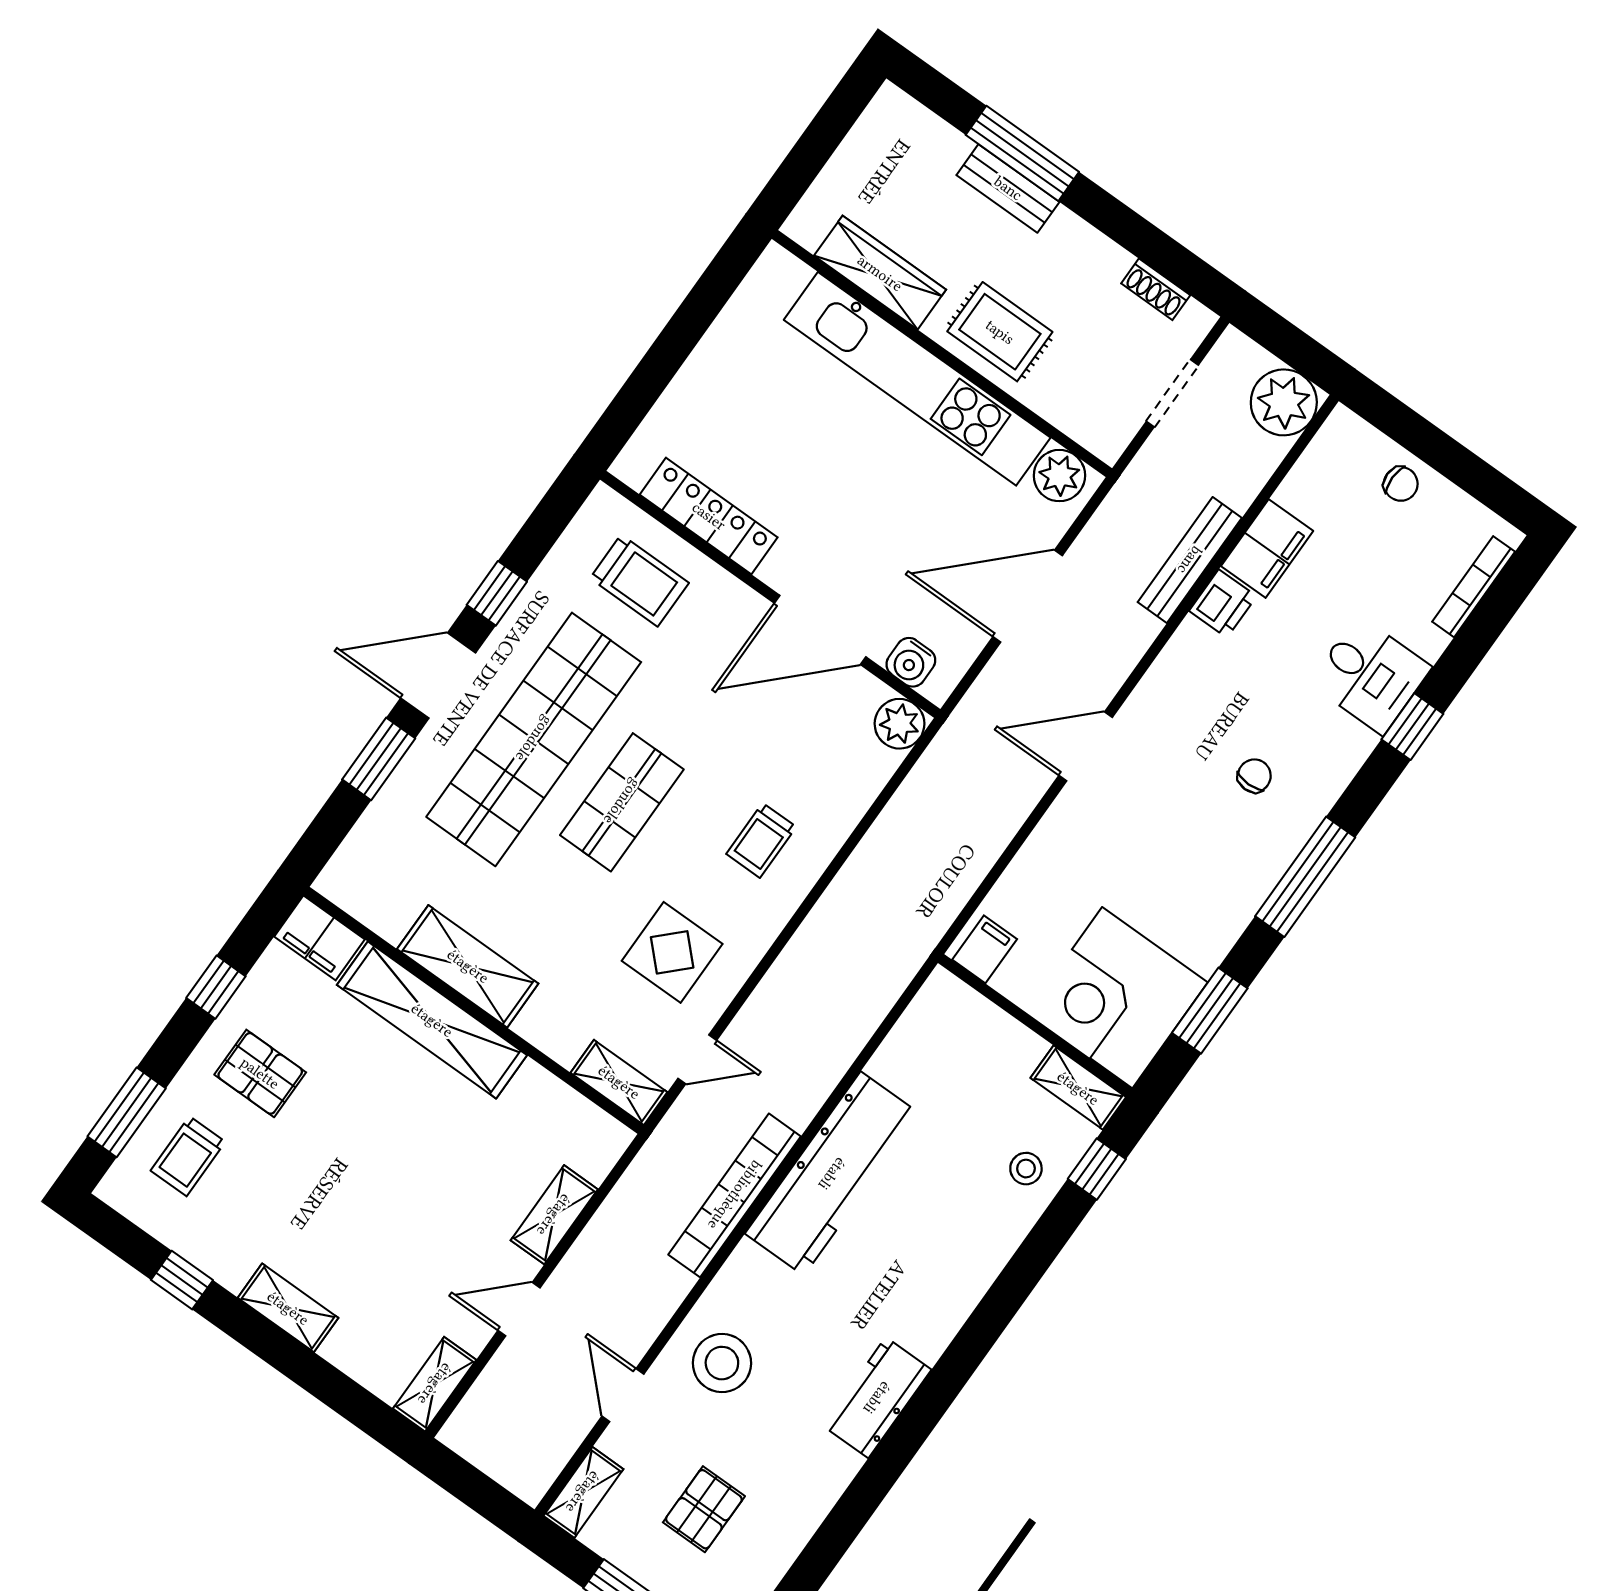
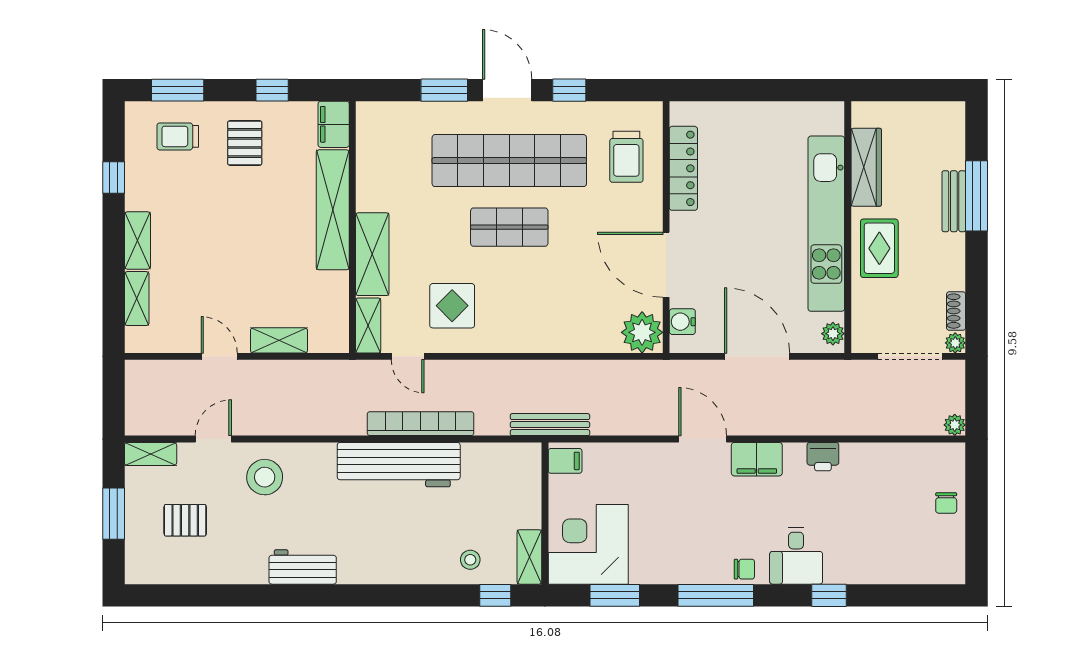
plant: (1197, 321) -> (955, 343), added
doorway: (1172, 393) -> (910, 356), width x1.38
plant: (1284, 402) -> (955, 425), width x0.53, depth x0.53
plant: (1059, 476) -> (833, 334), width x0.73, depth x0.73
filing cabinet: (1267, 549) -> (757, 459), moved
bench: (1190, 560) -> (550, 425), moved
bookcase: (1474, 587) -> (921, 576), removed
desk: (1370, 675) -> (796, 556), moved
plant: (900, 724) -> (642, 332), width x1.36, depth x1.36
chair: (1254, 776) -> (744, 569), moved
trolley: (761, 840) -> (540, 310), removed
shelving: (468, 966) -> (372, 254), moved
bookcase: (735, 1195) -> (421, 424), moved
shelving: (435, 1384) -> (137, 299), moved, turned 90

